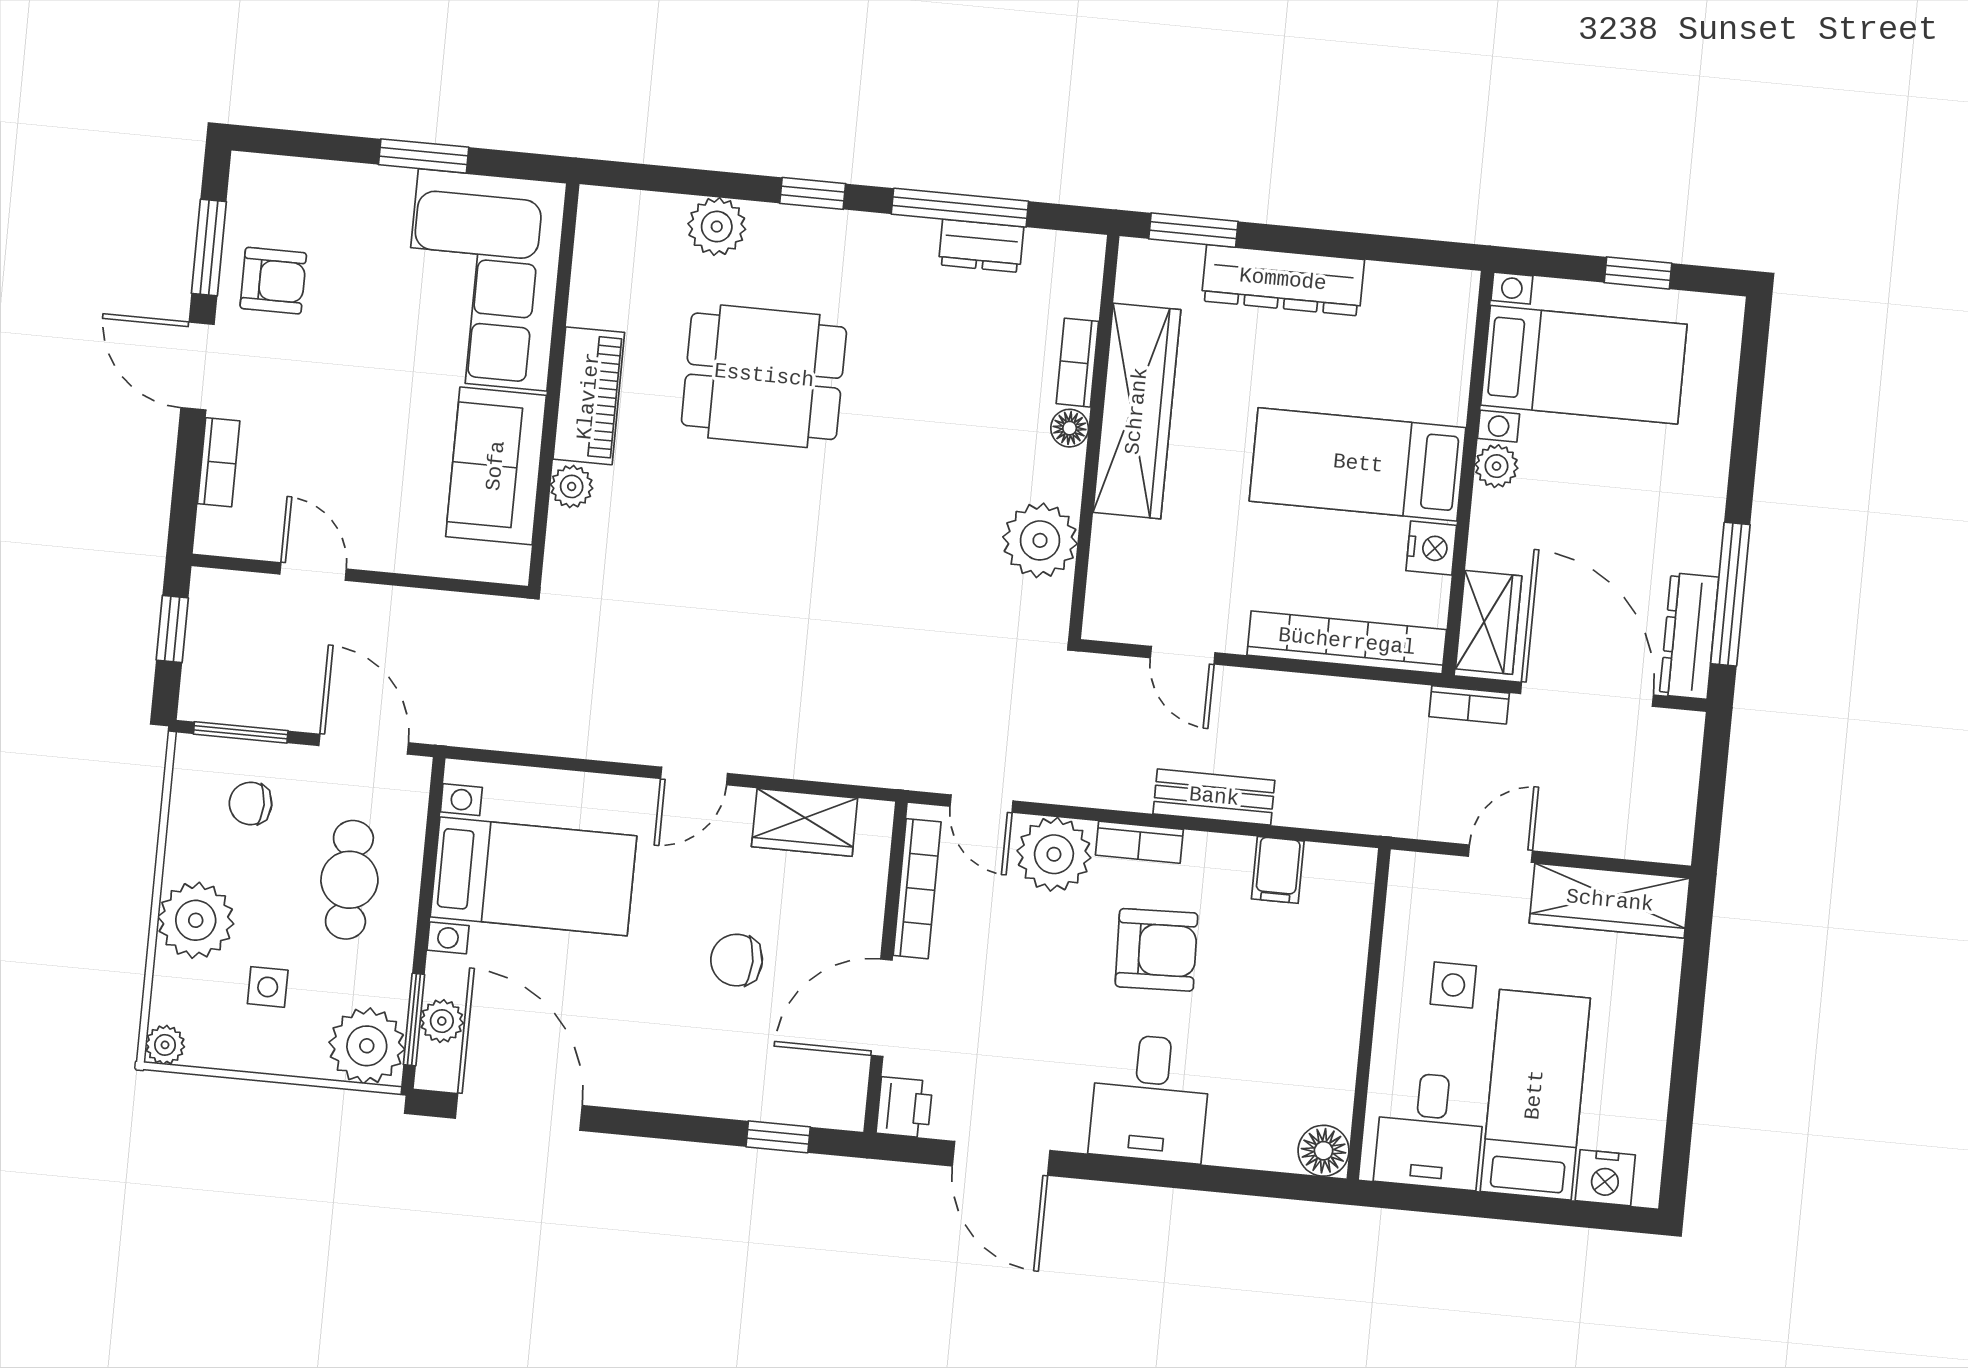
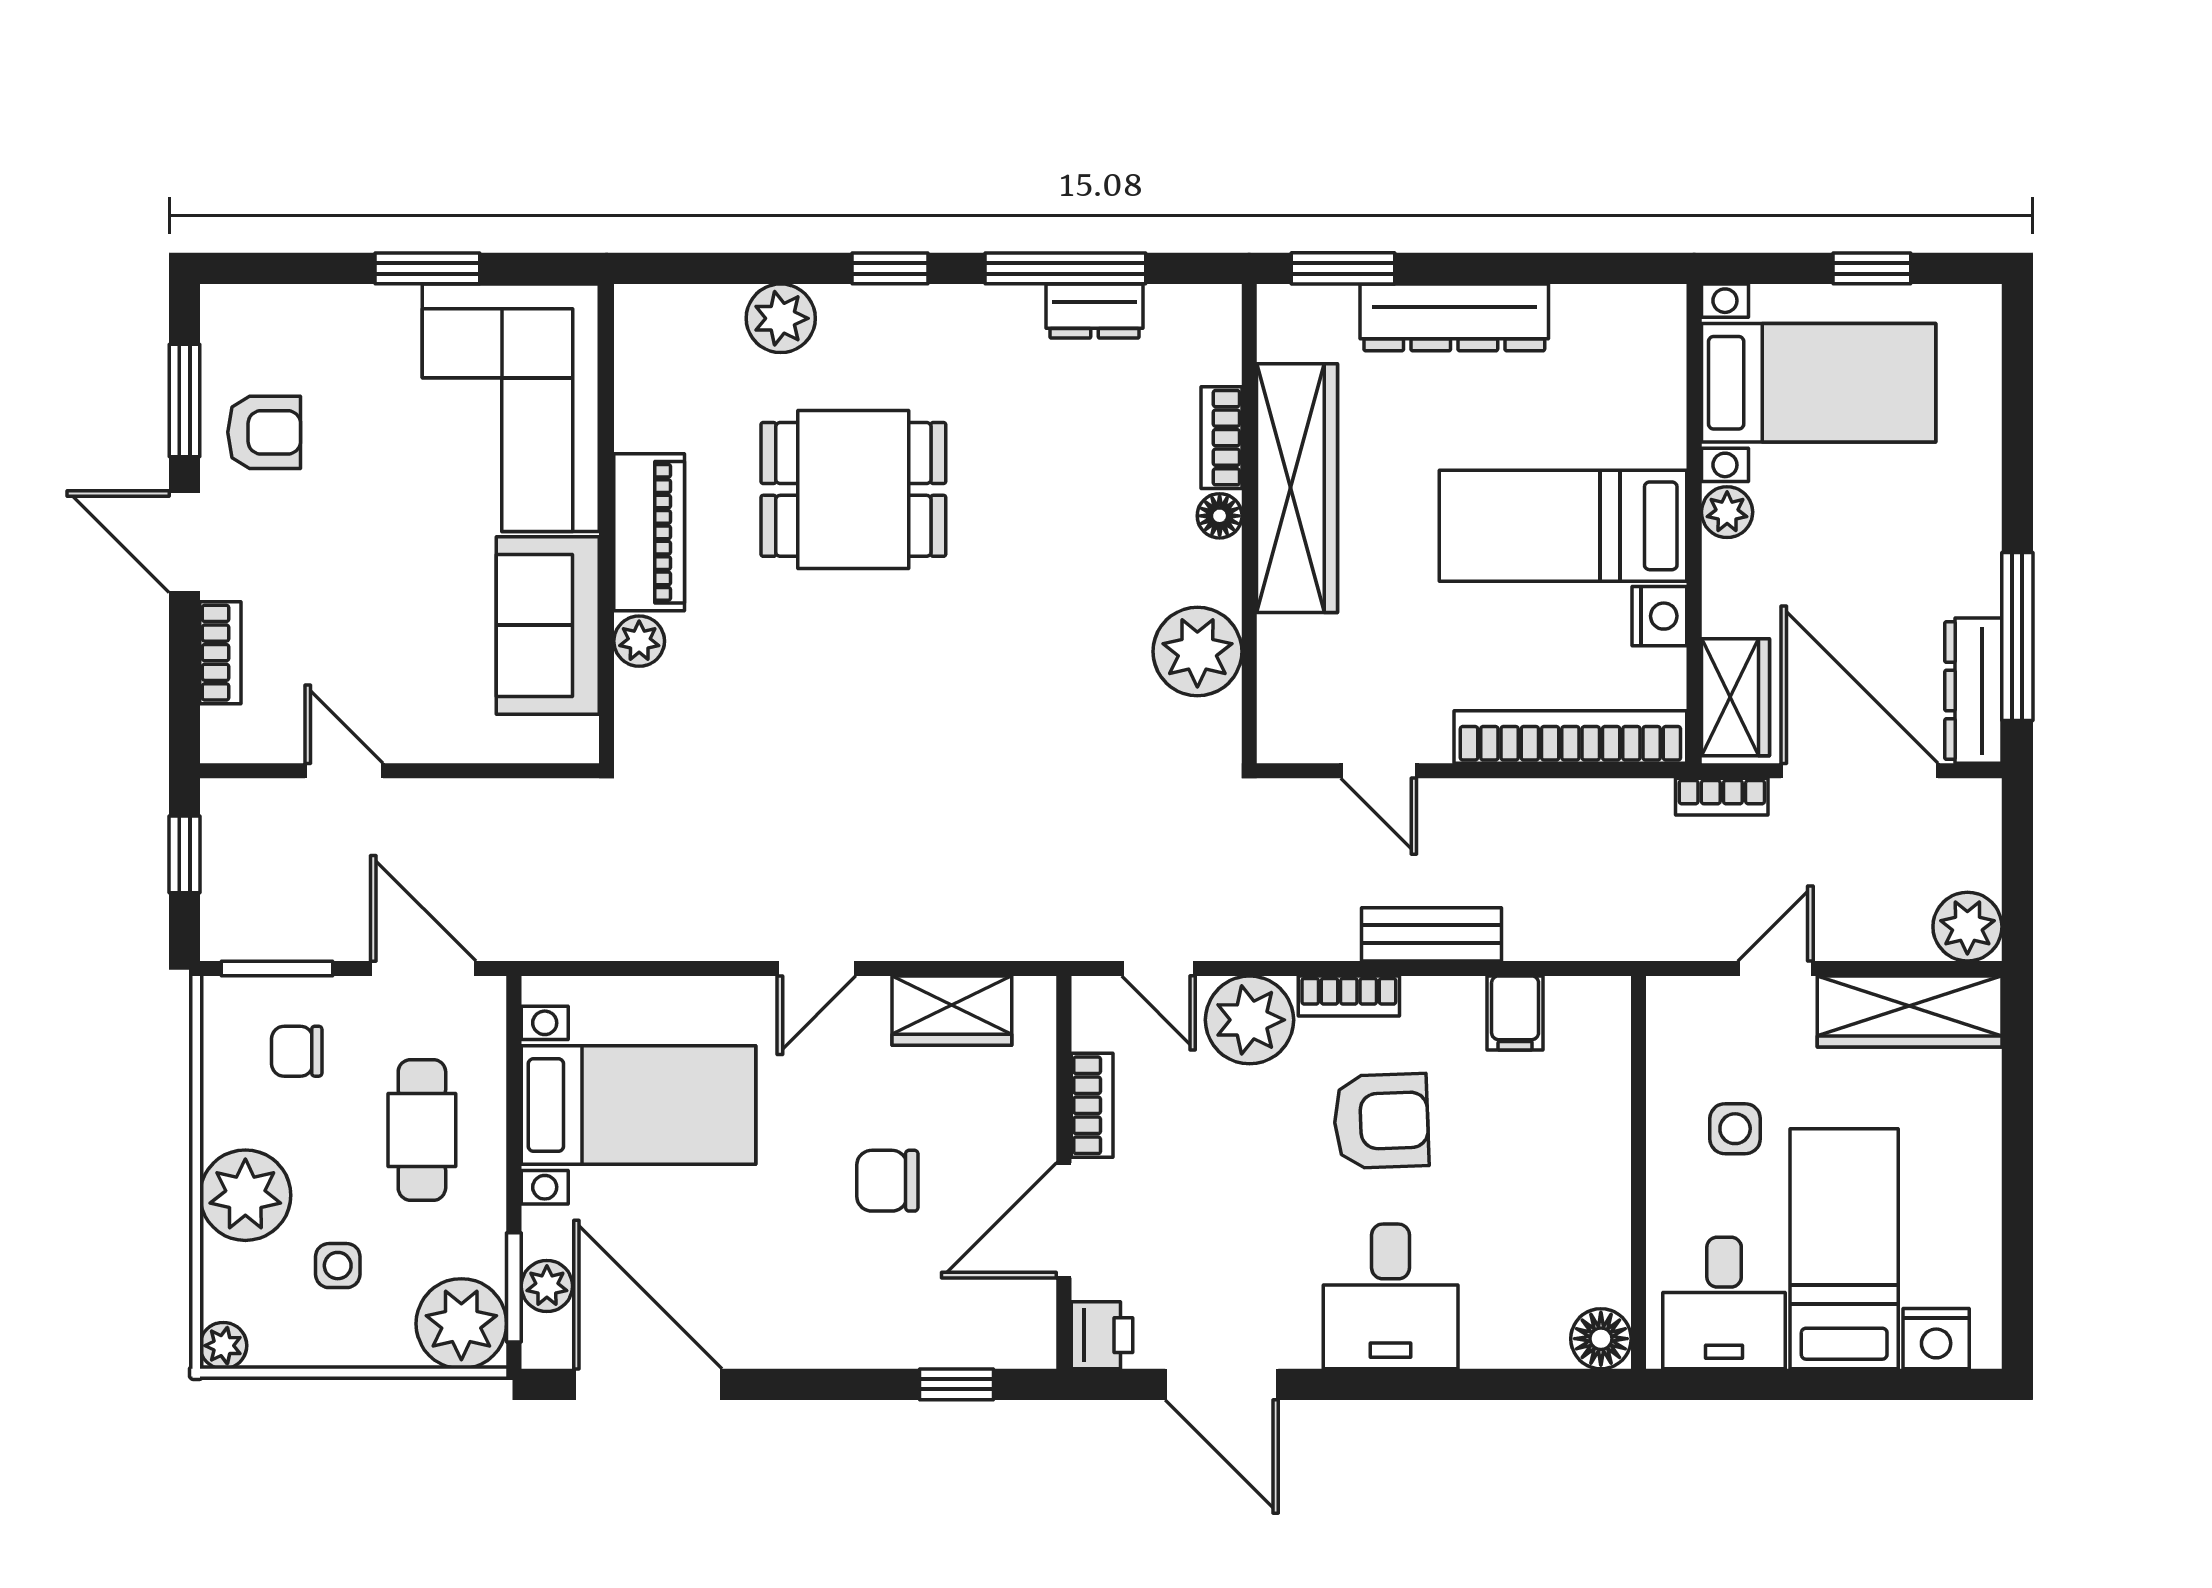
plant: (1665, 834) -> (1967, 927), added
bookcase: (917, 889) -> (1092, 1105), width x0.64

